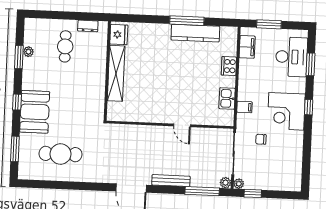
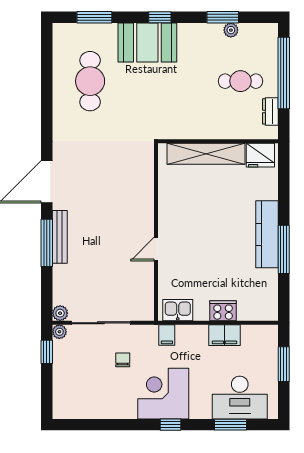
window: (61, 15) -> (284, 73), added
kitchen counter: (195, 33) -> (267, 234), moved
filing cabinet: (247, 47) -> (224, 335), moved
wall: (170, 125) -> (156, 232), moved
door: (182, 125) -> (156, 249), moved
window: (202, 191) -> (47, 243), moved

